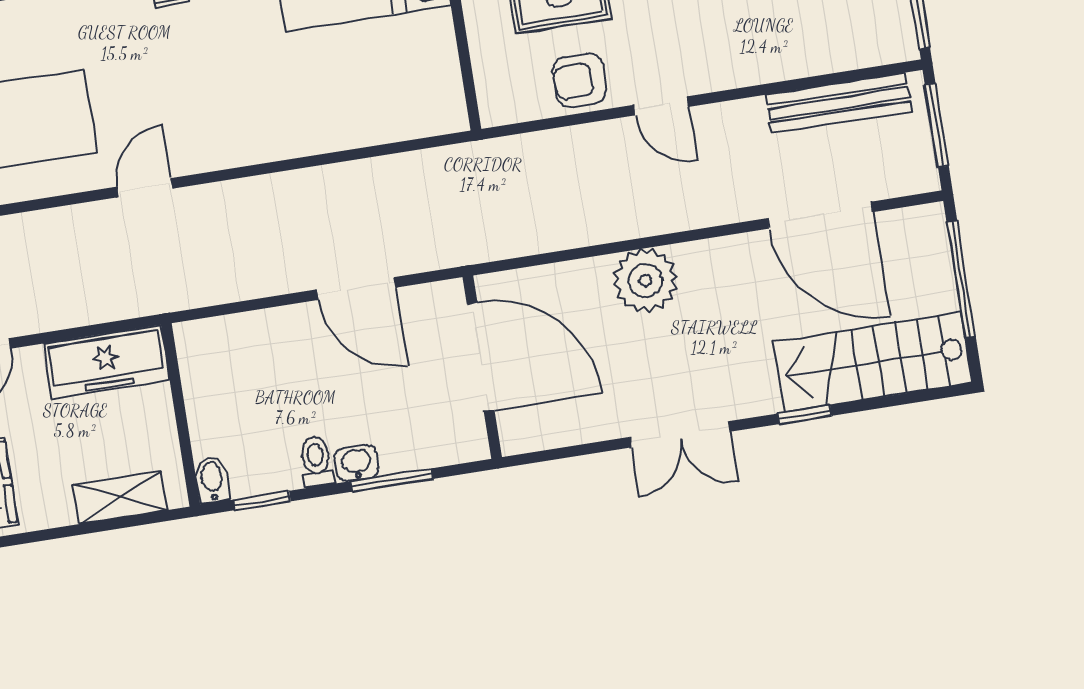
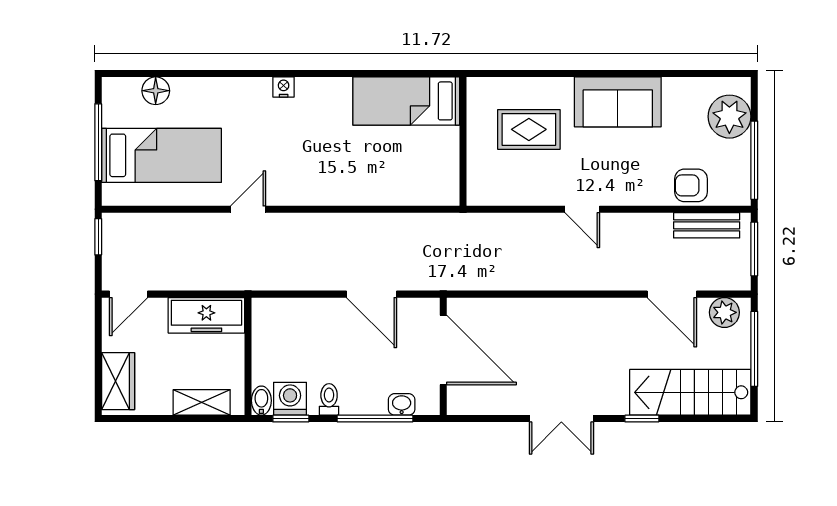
armchair: (580, 80) -> (691, 185), moved
bench: (839, 103) -> (707, 225), width x0.73
door: (820, 215) -> (672, 294), width x0.73
plant: (645, 280) -> (724, 312), moved, width x0.73, depth x0.73
washbasin: (357, 463) -> (402, 404), moved
washing machine: (256, 470) -> (290, 399), added
window: (392, 480) -> (375, 419), width x1.44

